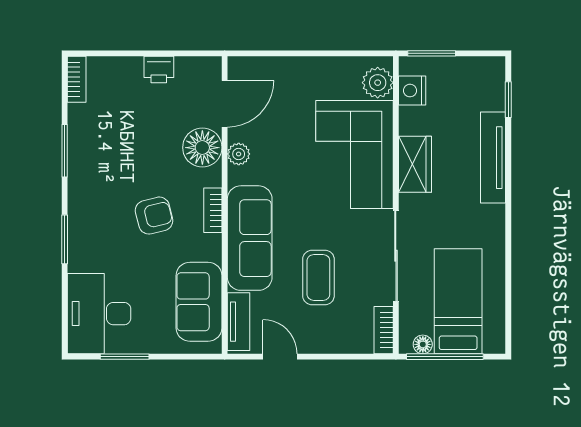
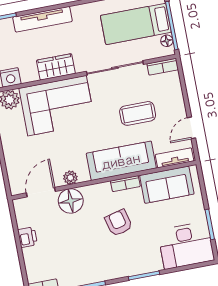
door: (225, 104) -> (41, 192), hinge flipped
bookcase: (213, 210) -> (125, 184), moved

